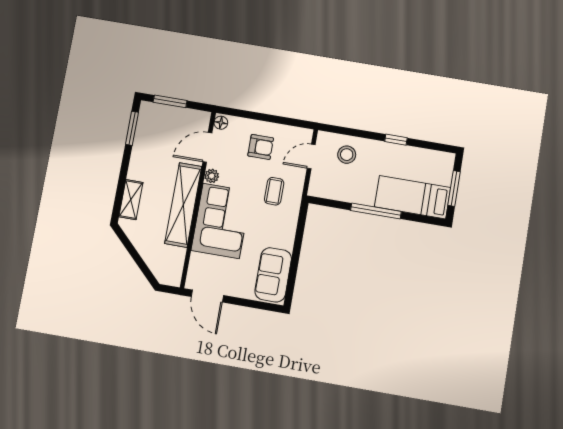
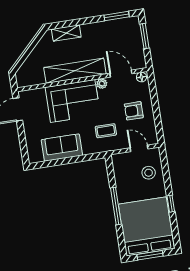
armchair: (261, 147) -> (134, 111), turned 90
bed: (412, 197) -> (146, 226), width x2.04
sofa: (273, 275) -> (62, 148), moved

